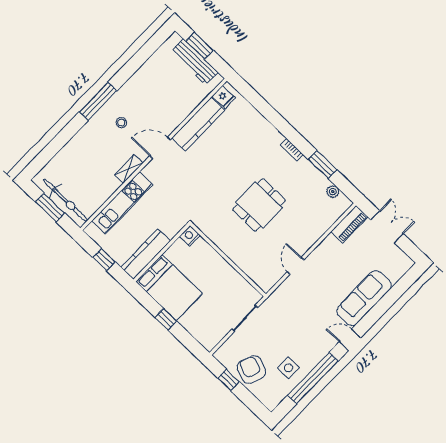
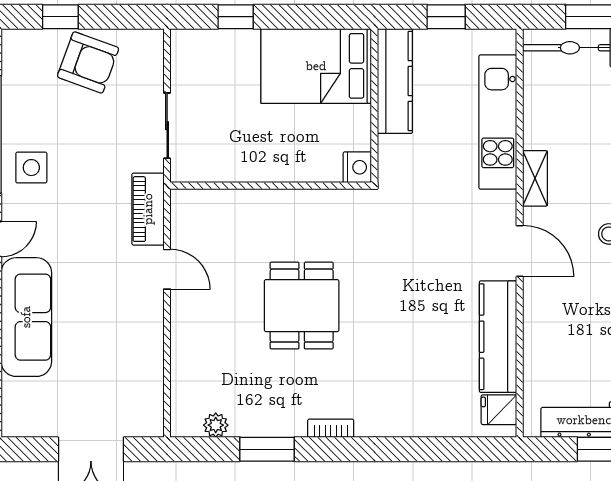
door: (160, 148) -> (520, 251), hinge flipped
piano: (349, 224) -> (148, 209), moved
window: (166, 319) -> (236, 17), moved
side table: (288, 368) -> (31, 168), moved
window: (229, 380) -> (60, 17), moved

